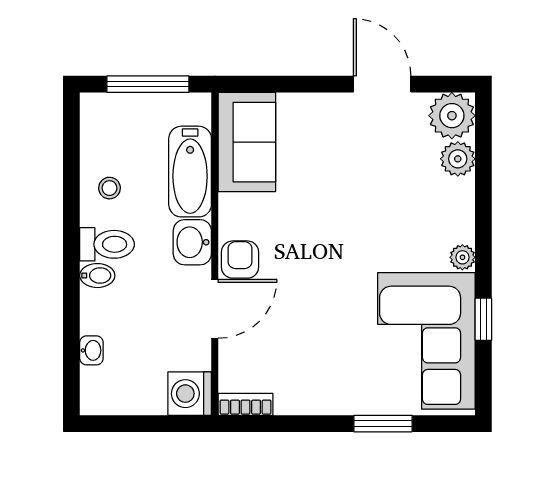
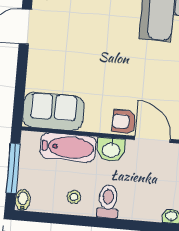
bidet: (97, 276) -> (23, 200), moved

